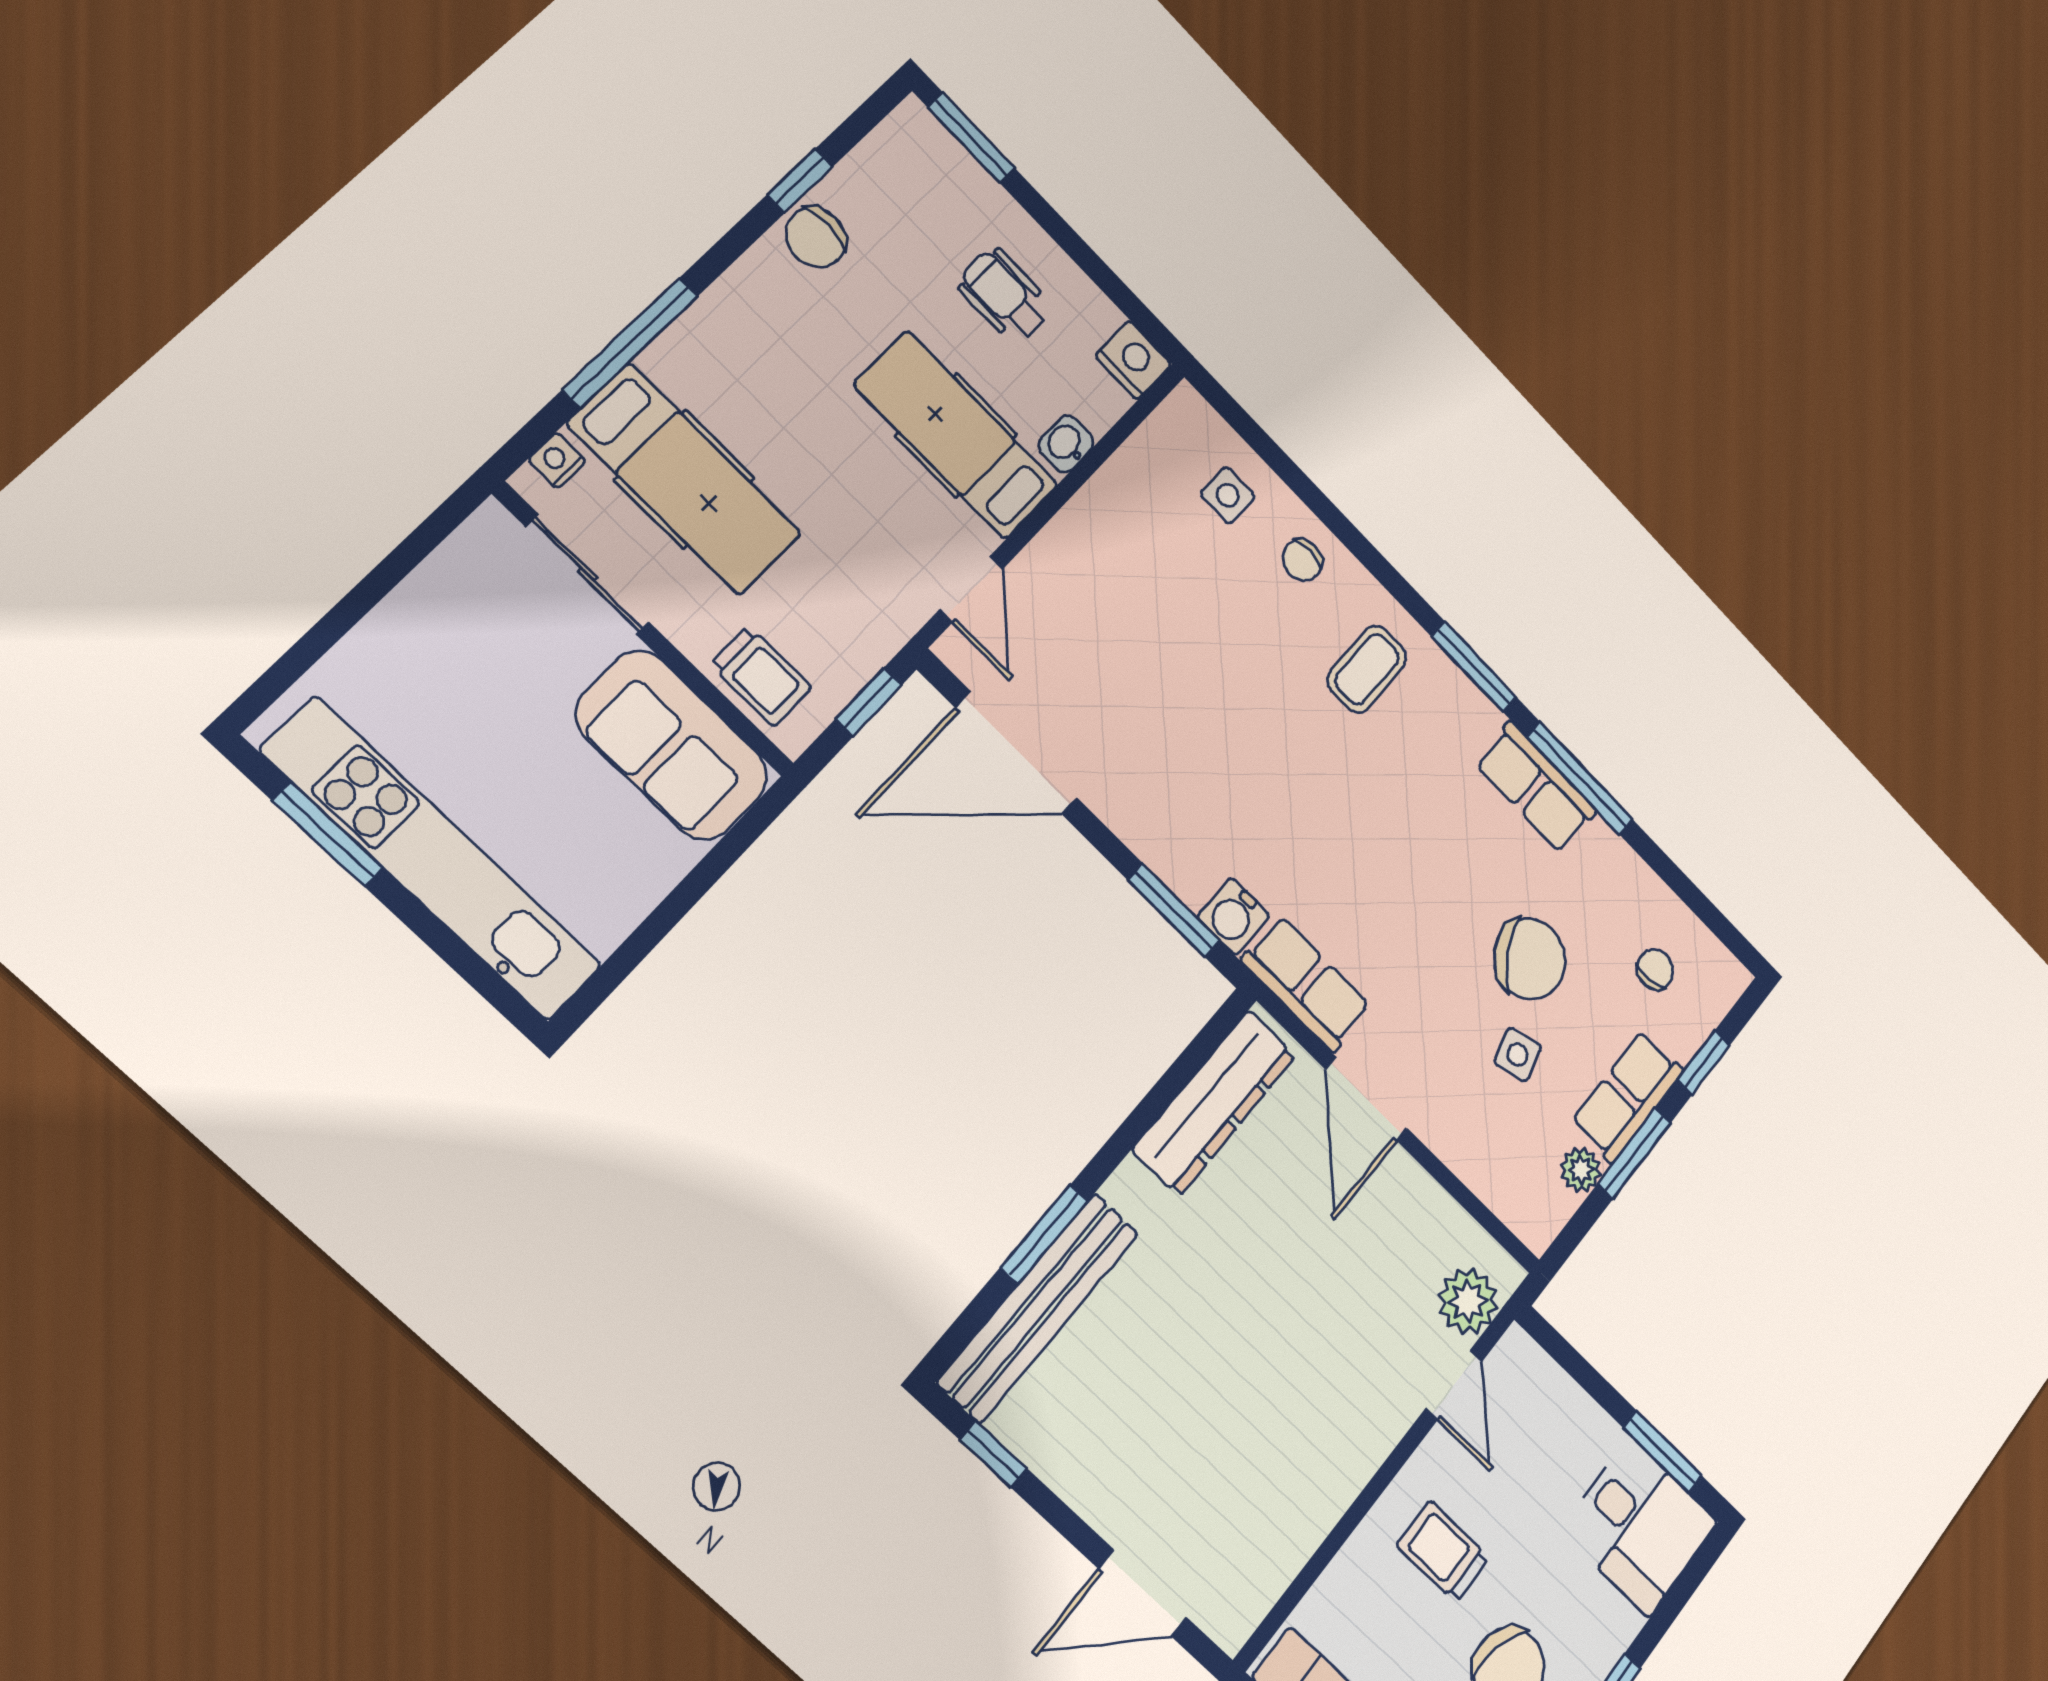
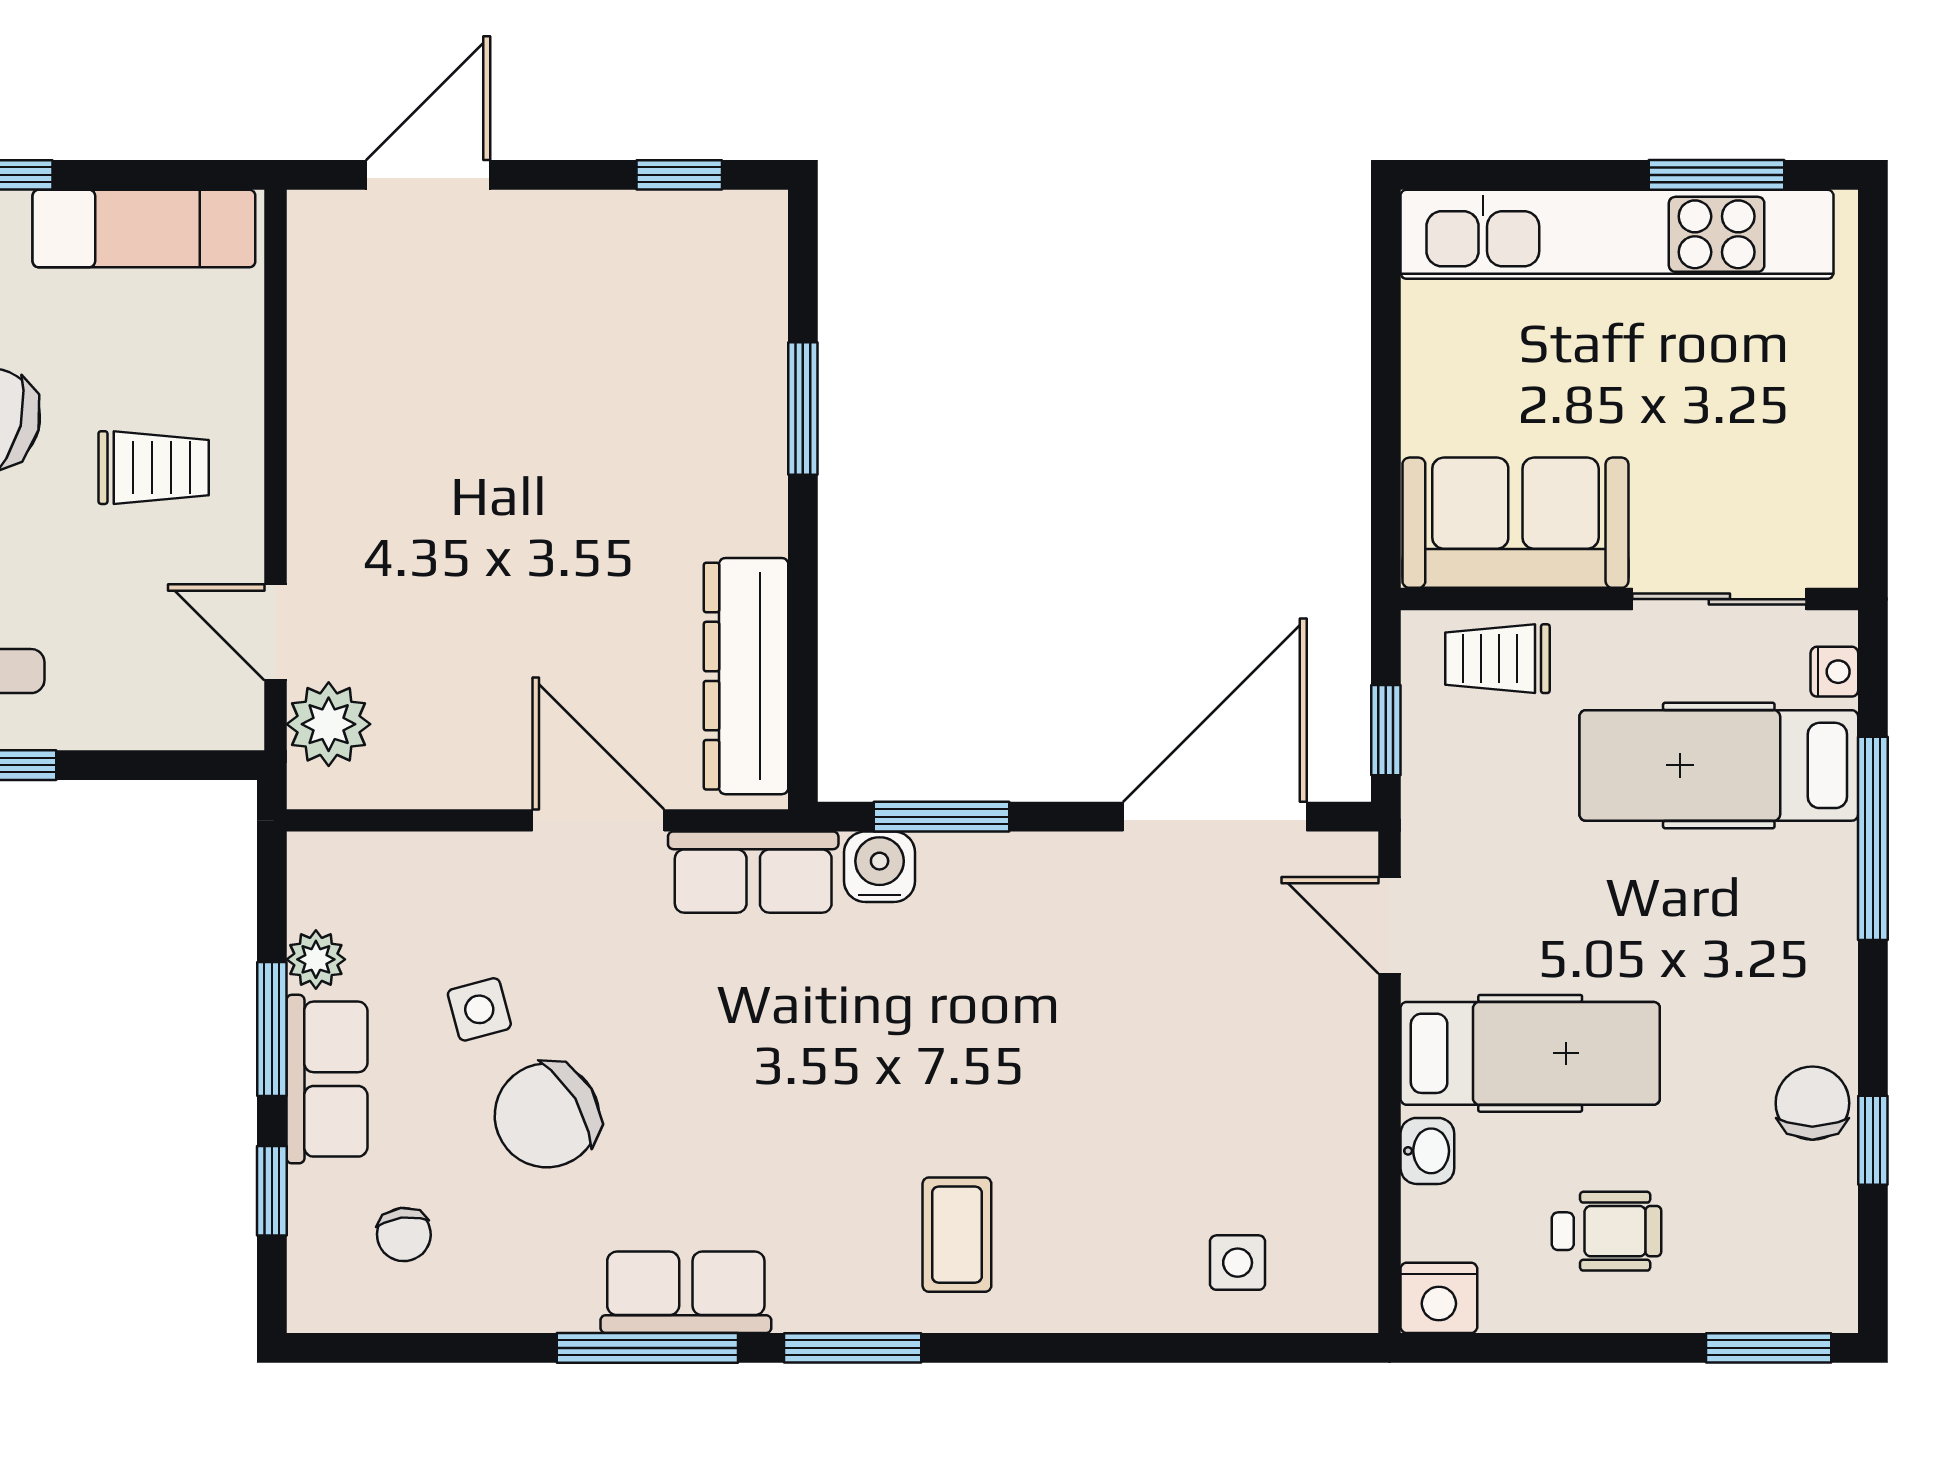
chair: (1302, 560) -> (1112, 1275), removed
bench: (1038, 1307) -> (751, 339), removed

